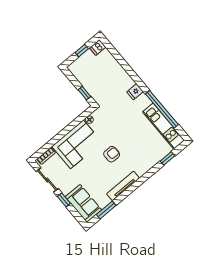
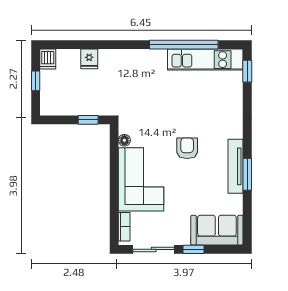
fridge: (135, 92) -> (89, 59), moved
window: (168, 158) -> (247, 71), moved
window: (106, 210) -> (247, 174), moved

